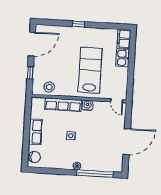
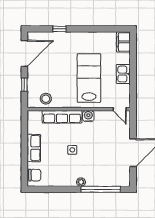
window: (79, 24) -> (59, 29), moved
kitchen sink: (123, 58) -> (123, 74), moved

